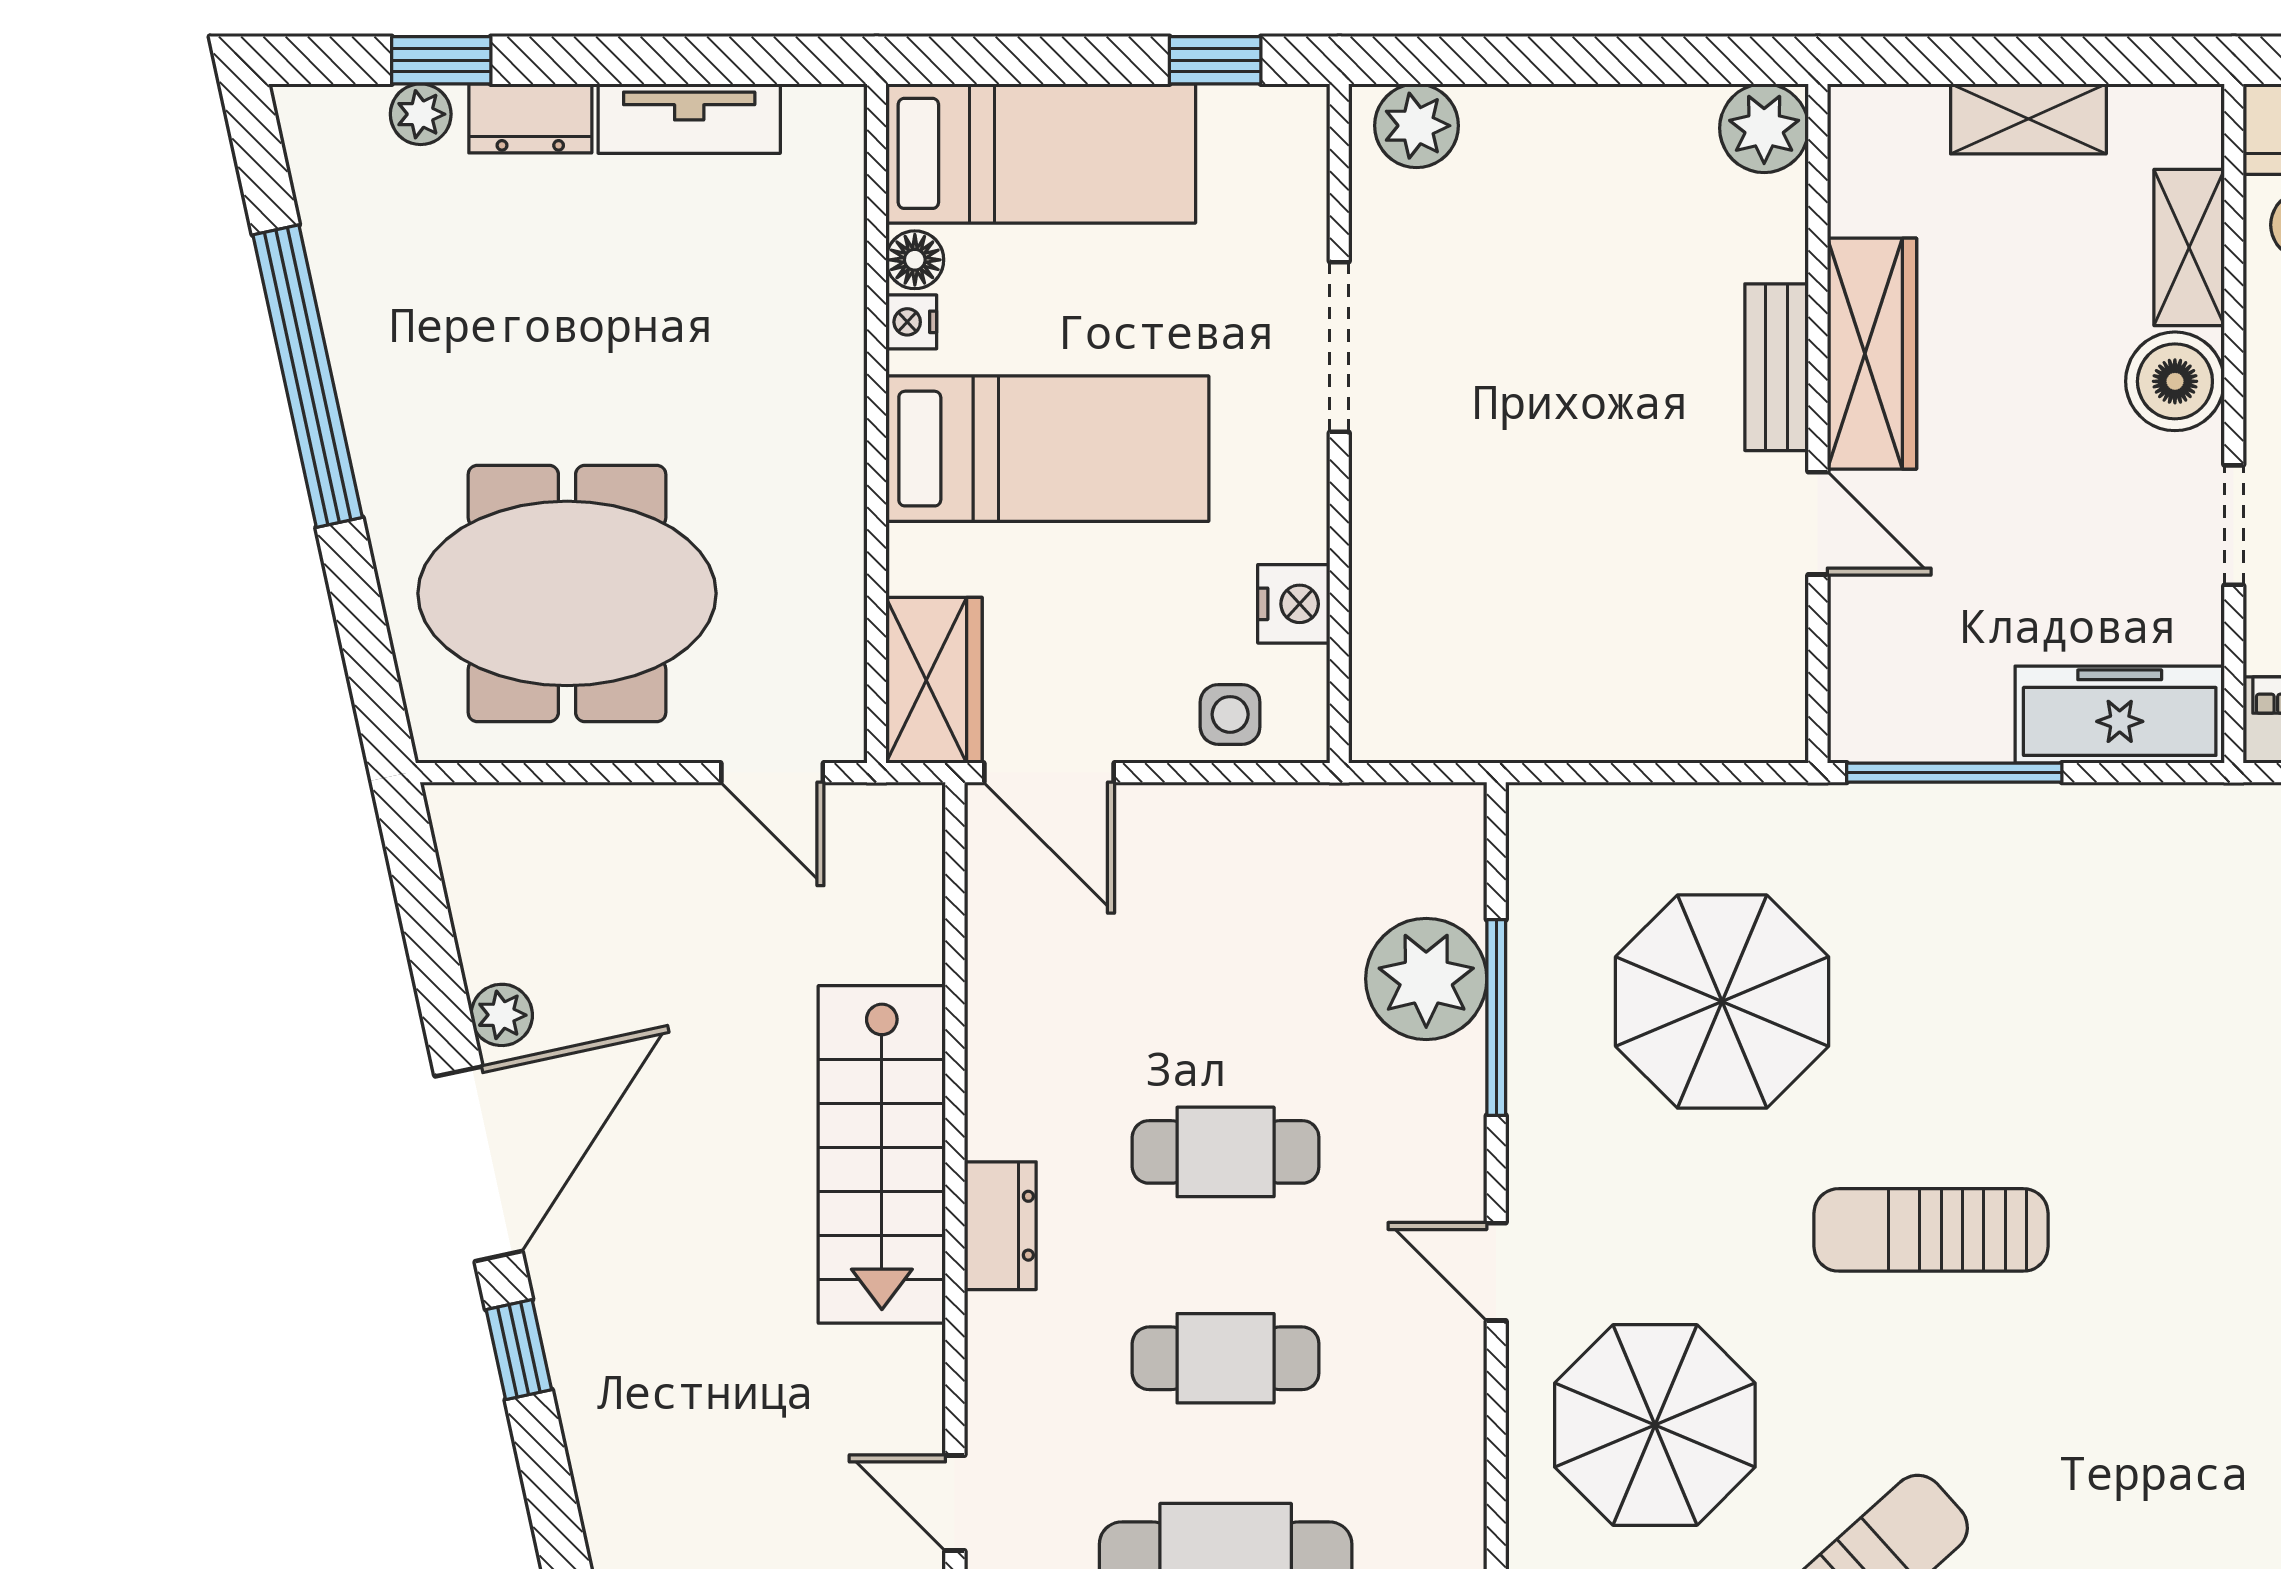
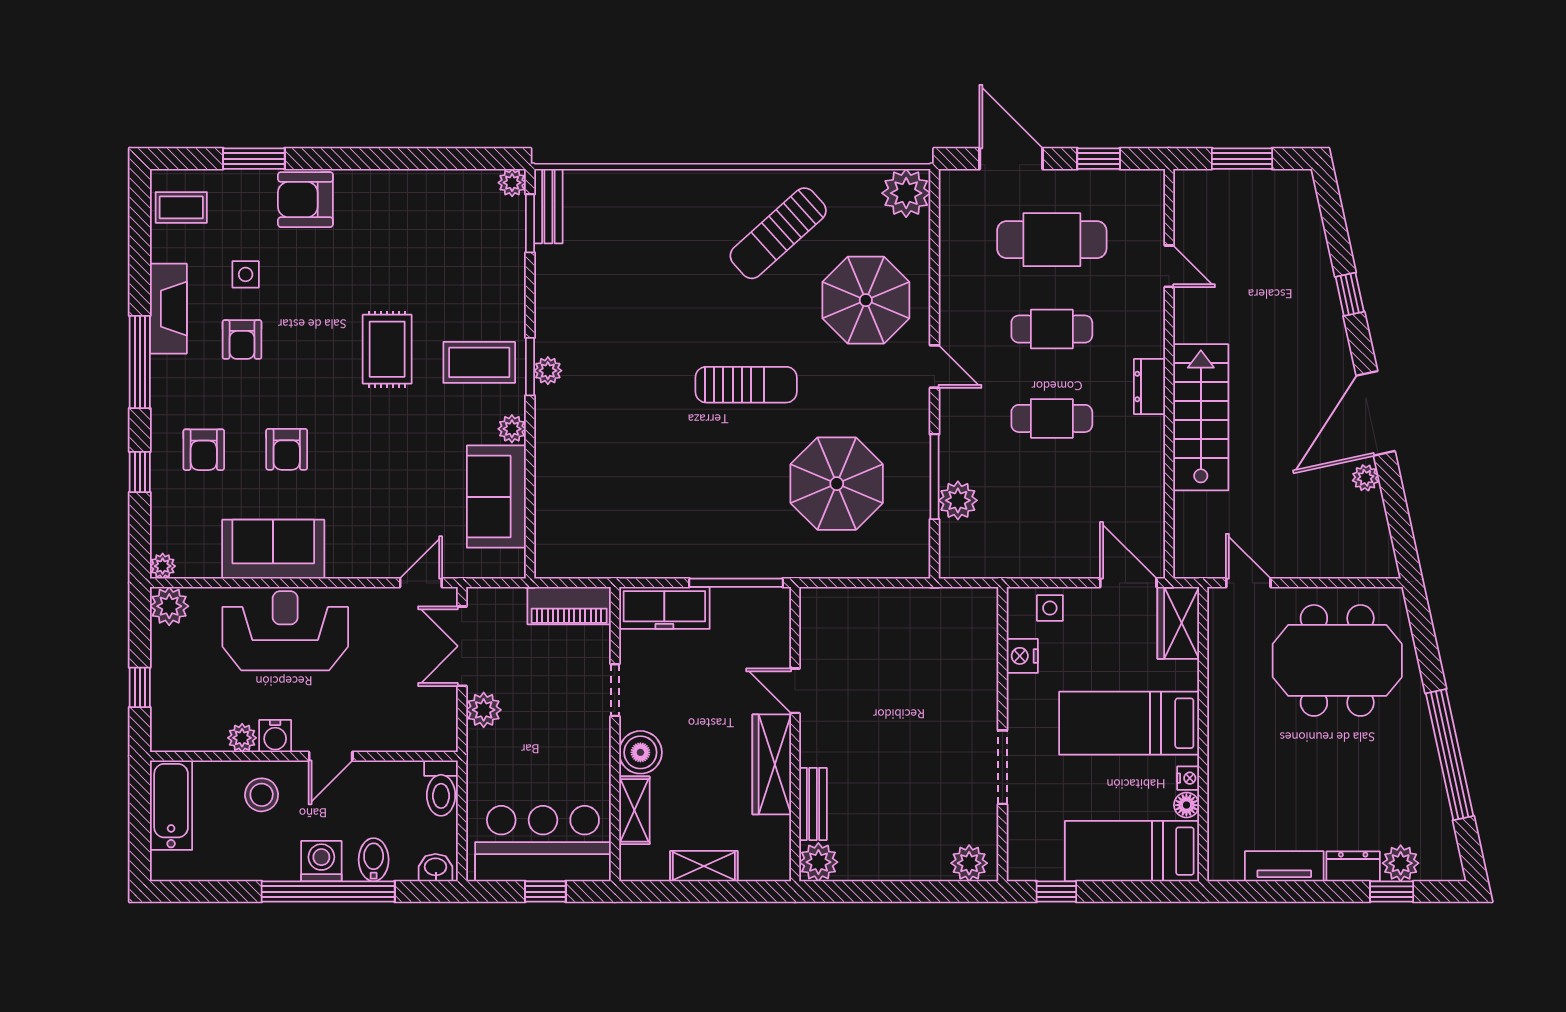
plant: (421, 114) -> (1401, 863), width x1.38, depth x1.38
bench: (1777, 367) -> (813, 804), moved
plant: (1426, 979) -> (958, 500), width x0.73, depth x0.73
window: (519, 1350) -> (1350, 294), moved

